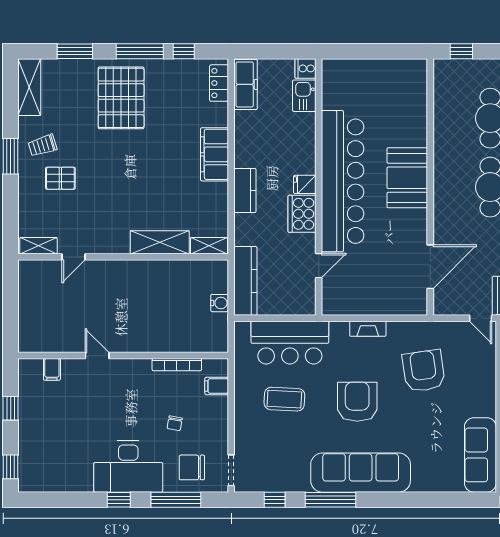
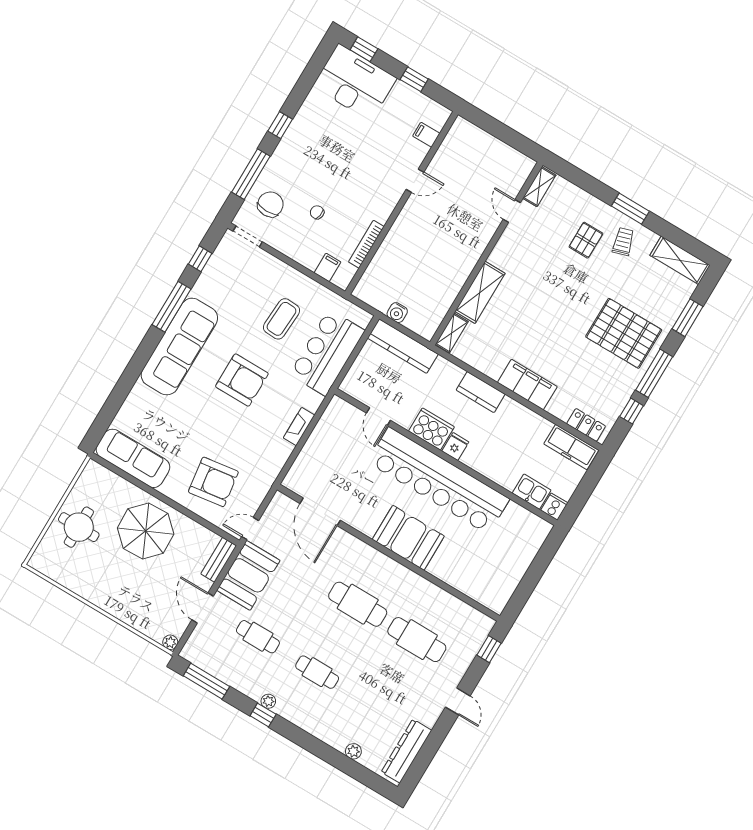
armchair: (424, 371) -> (213, 482), moved
desk: (128, 467) -> (355, 82), moved, turned 90

